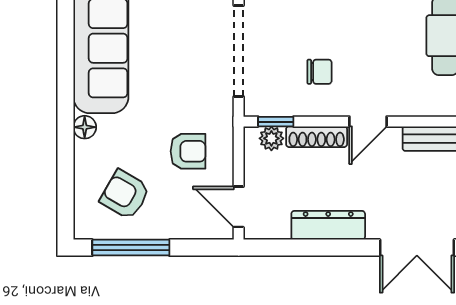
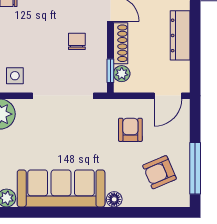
armchair: (125, 195) -> (160, 172), turned 37

